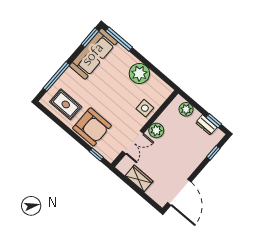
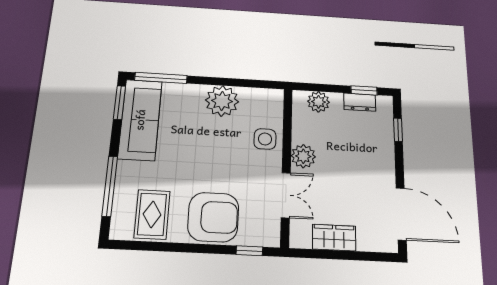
rug: (66, 104) -> (152, 214), turned 90

